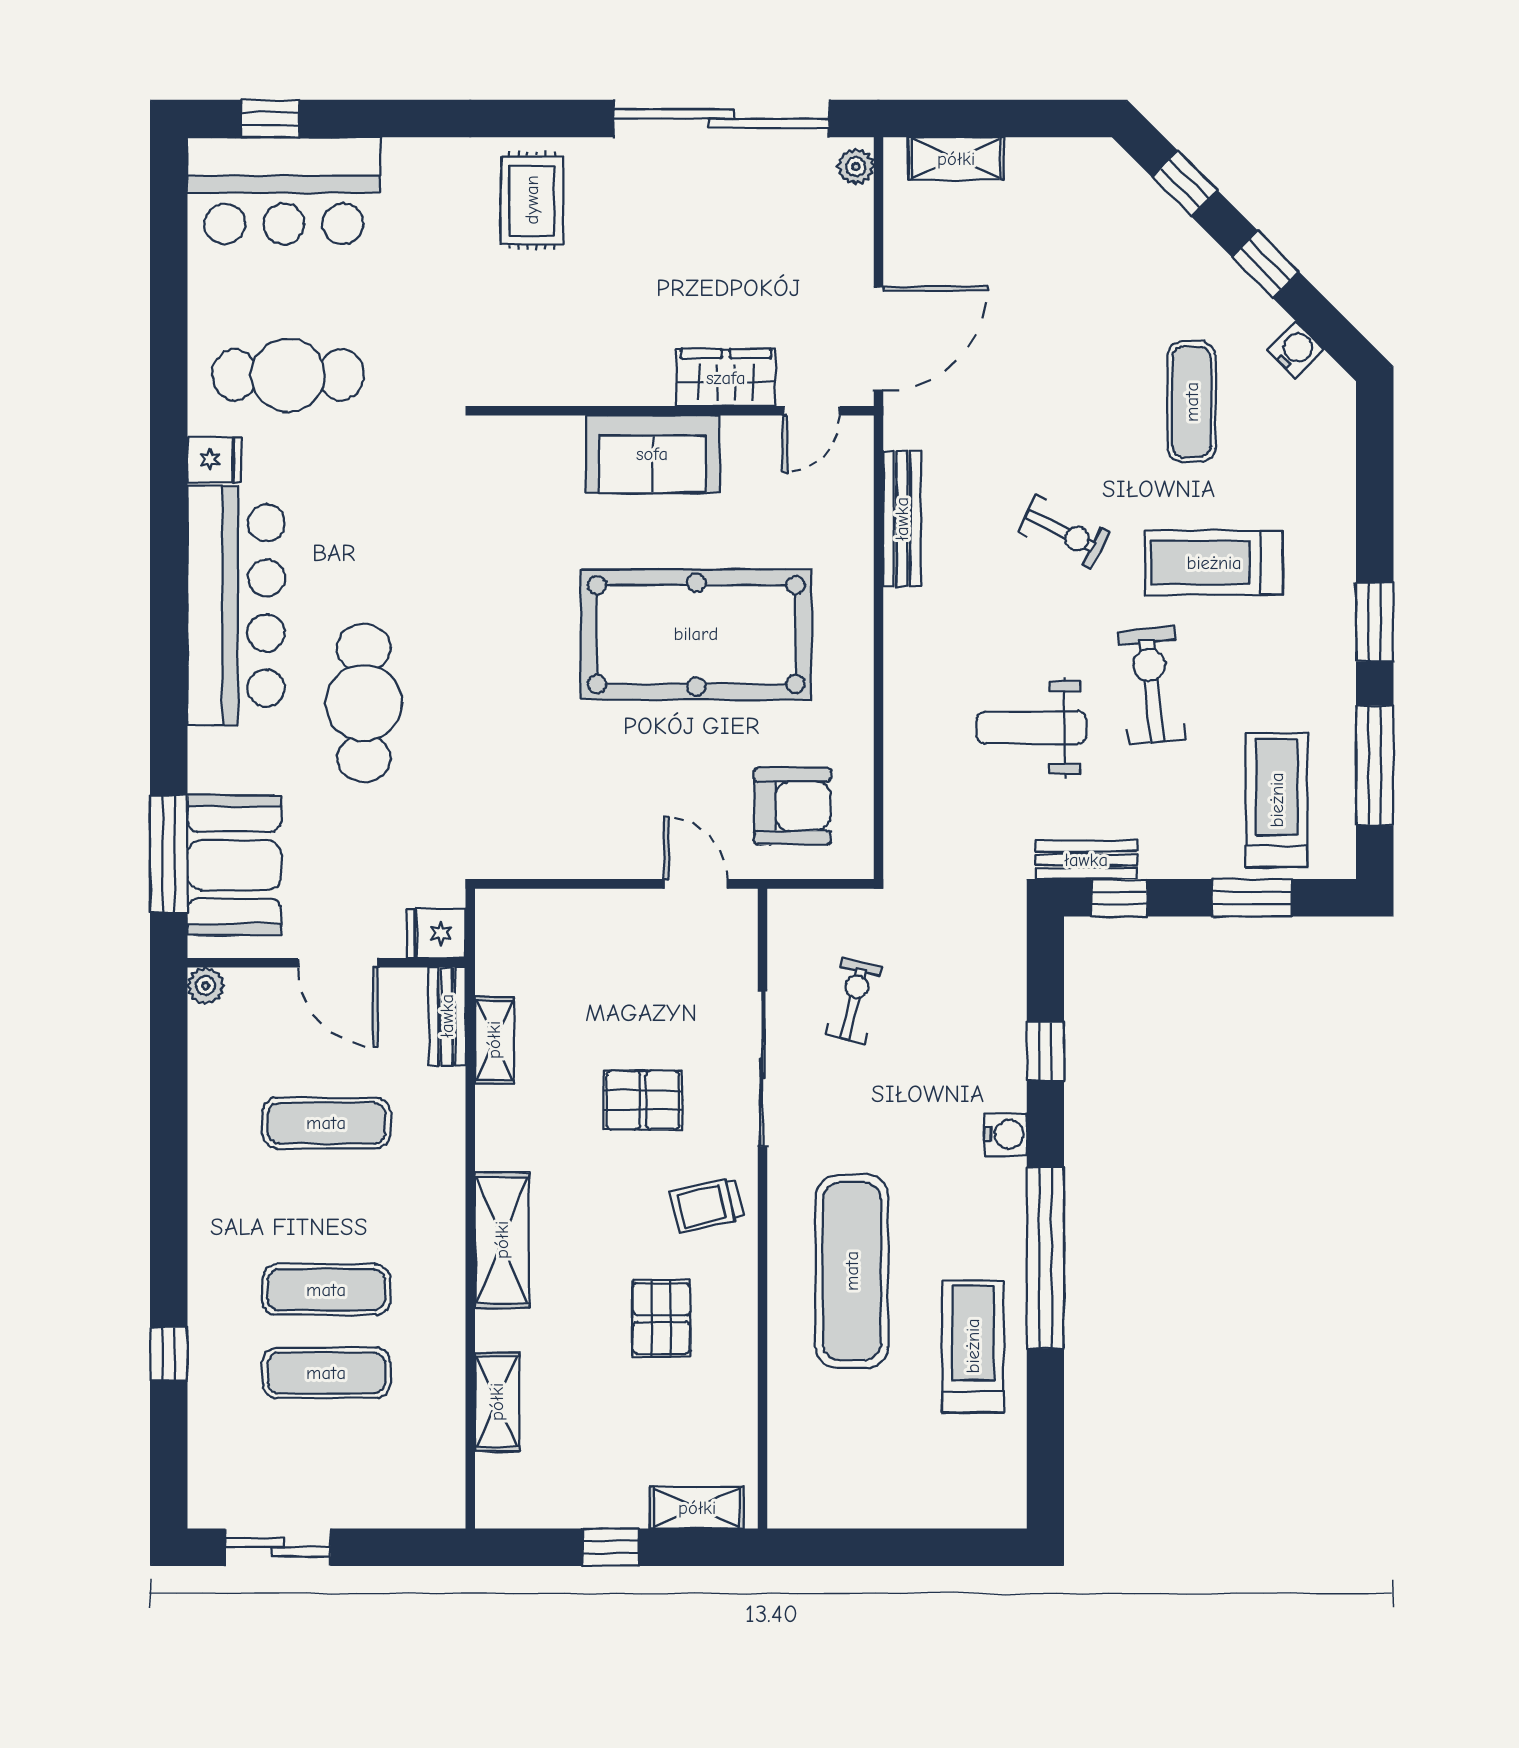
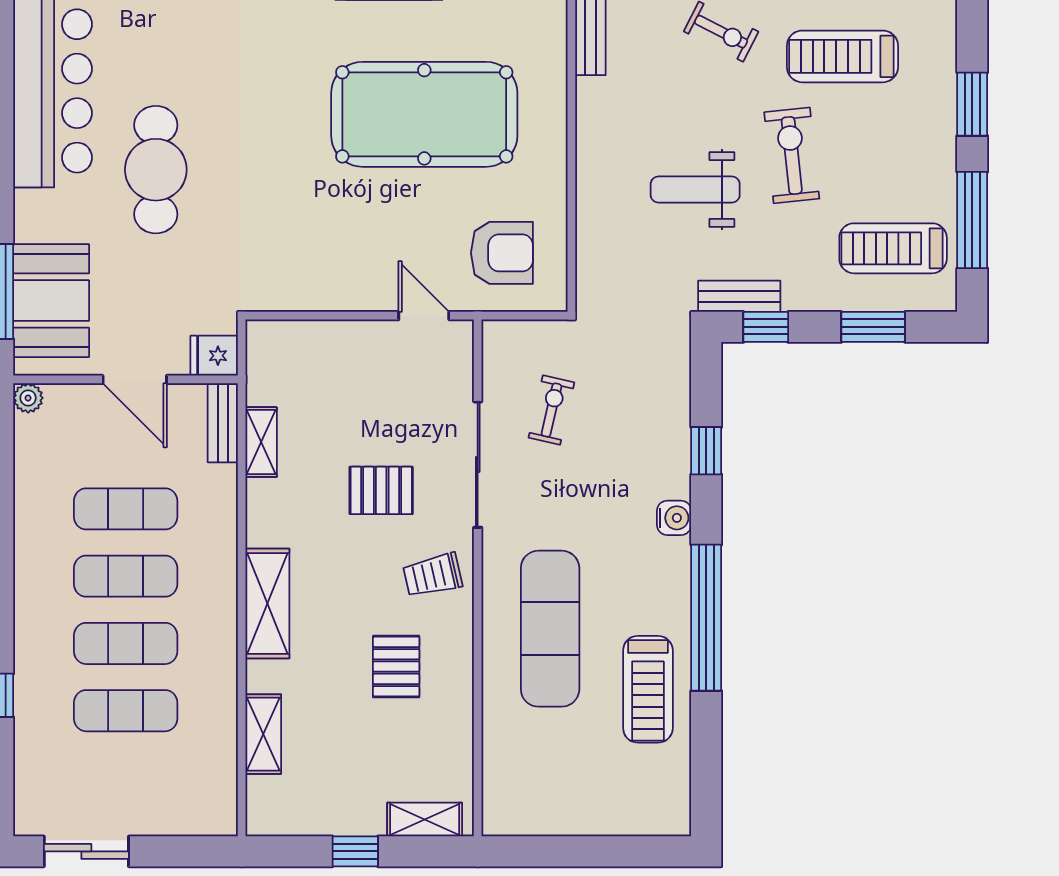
treadmill: (1277, 800) -> (893, 248), turned -90
exercise mat: (326, 1206) -> (126, 576), added
treadmill: (973, 1346) -> (648, 689), turned 180

